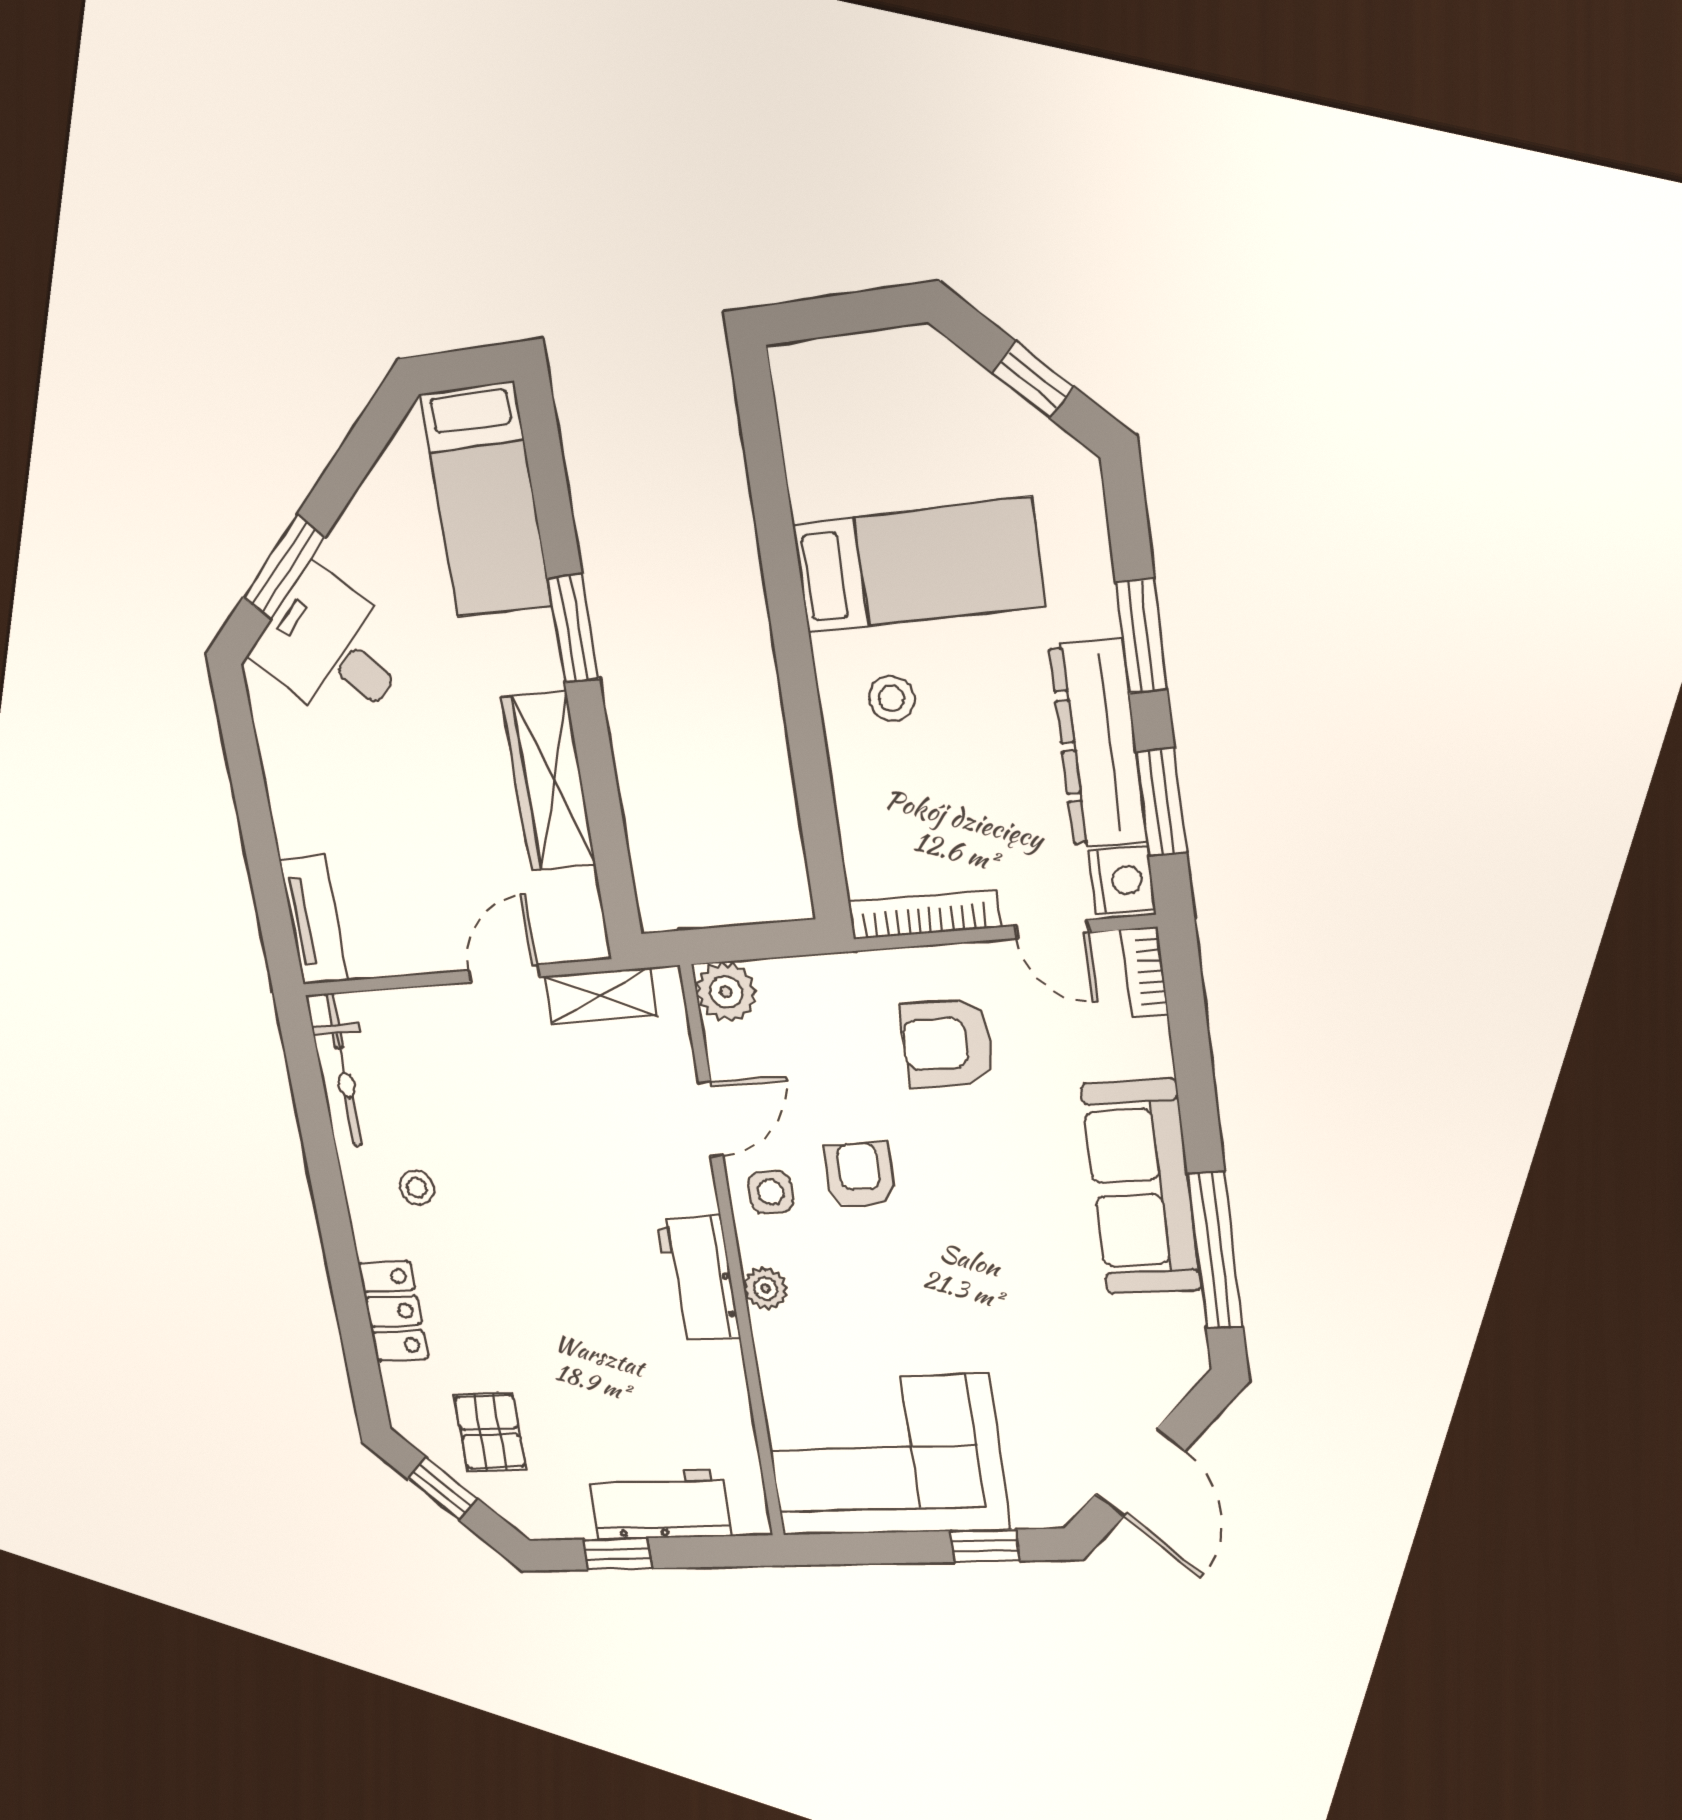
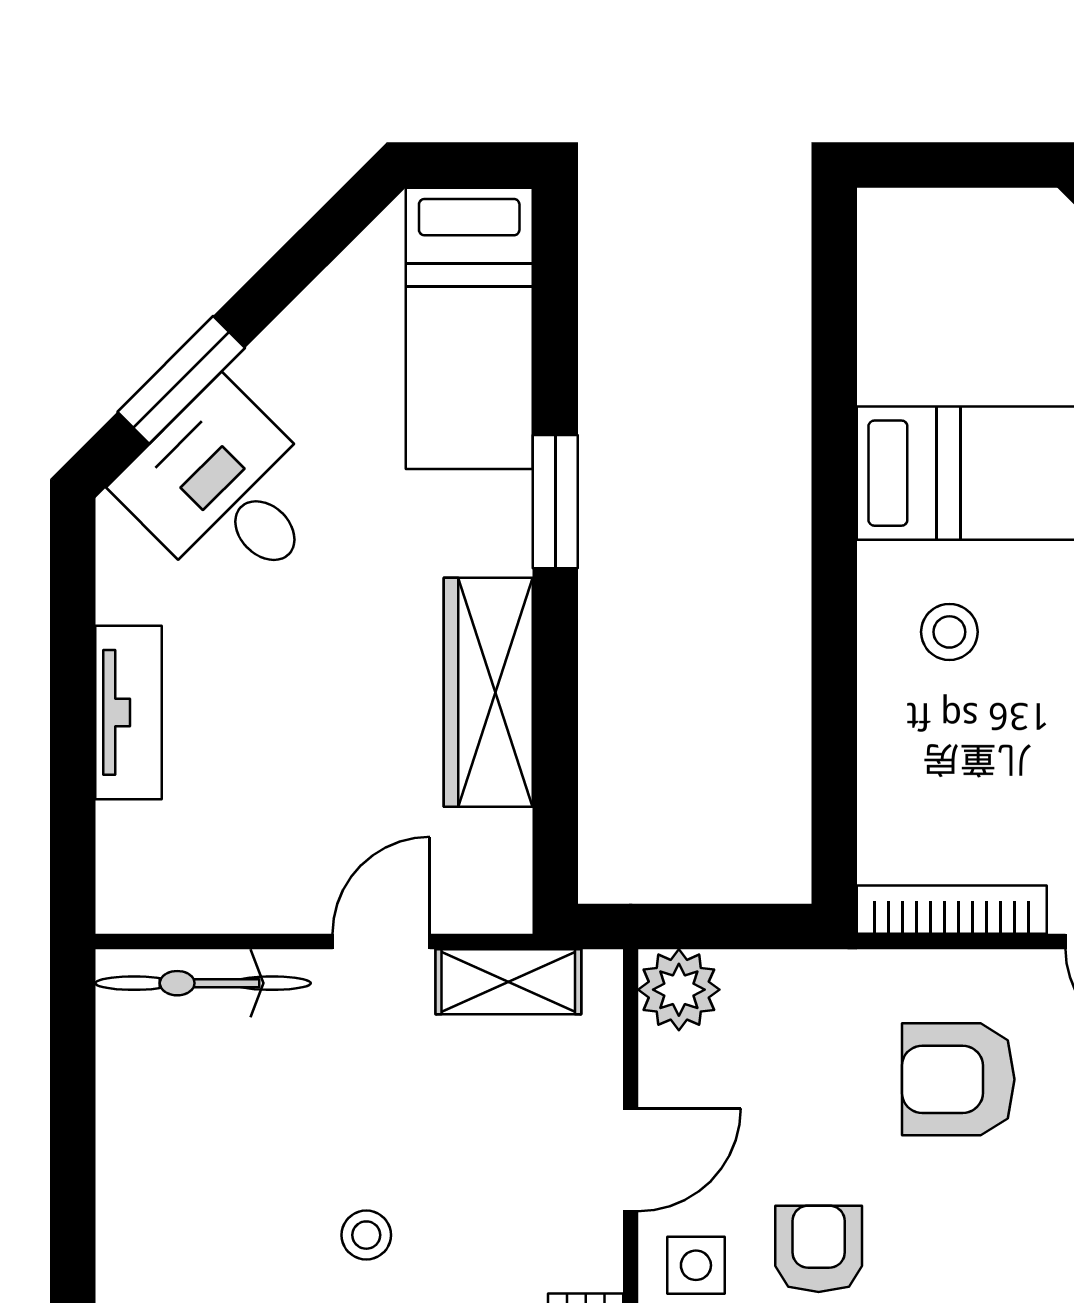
tv unit: (314, 920) -> (128, 712), moved
bicycle: (344, 1070) -> (203, 983), moved, turned 90
stool: (417, 1188) -> (366, 1235), moved

